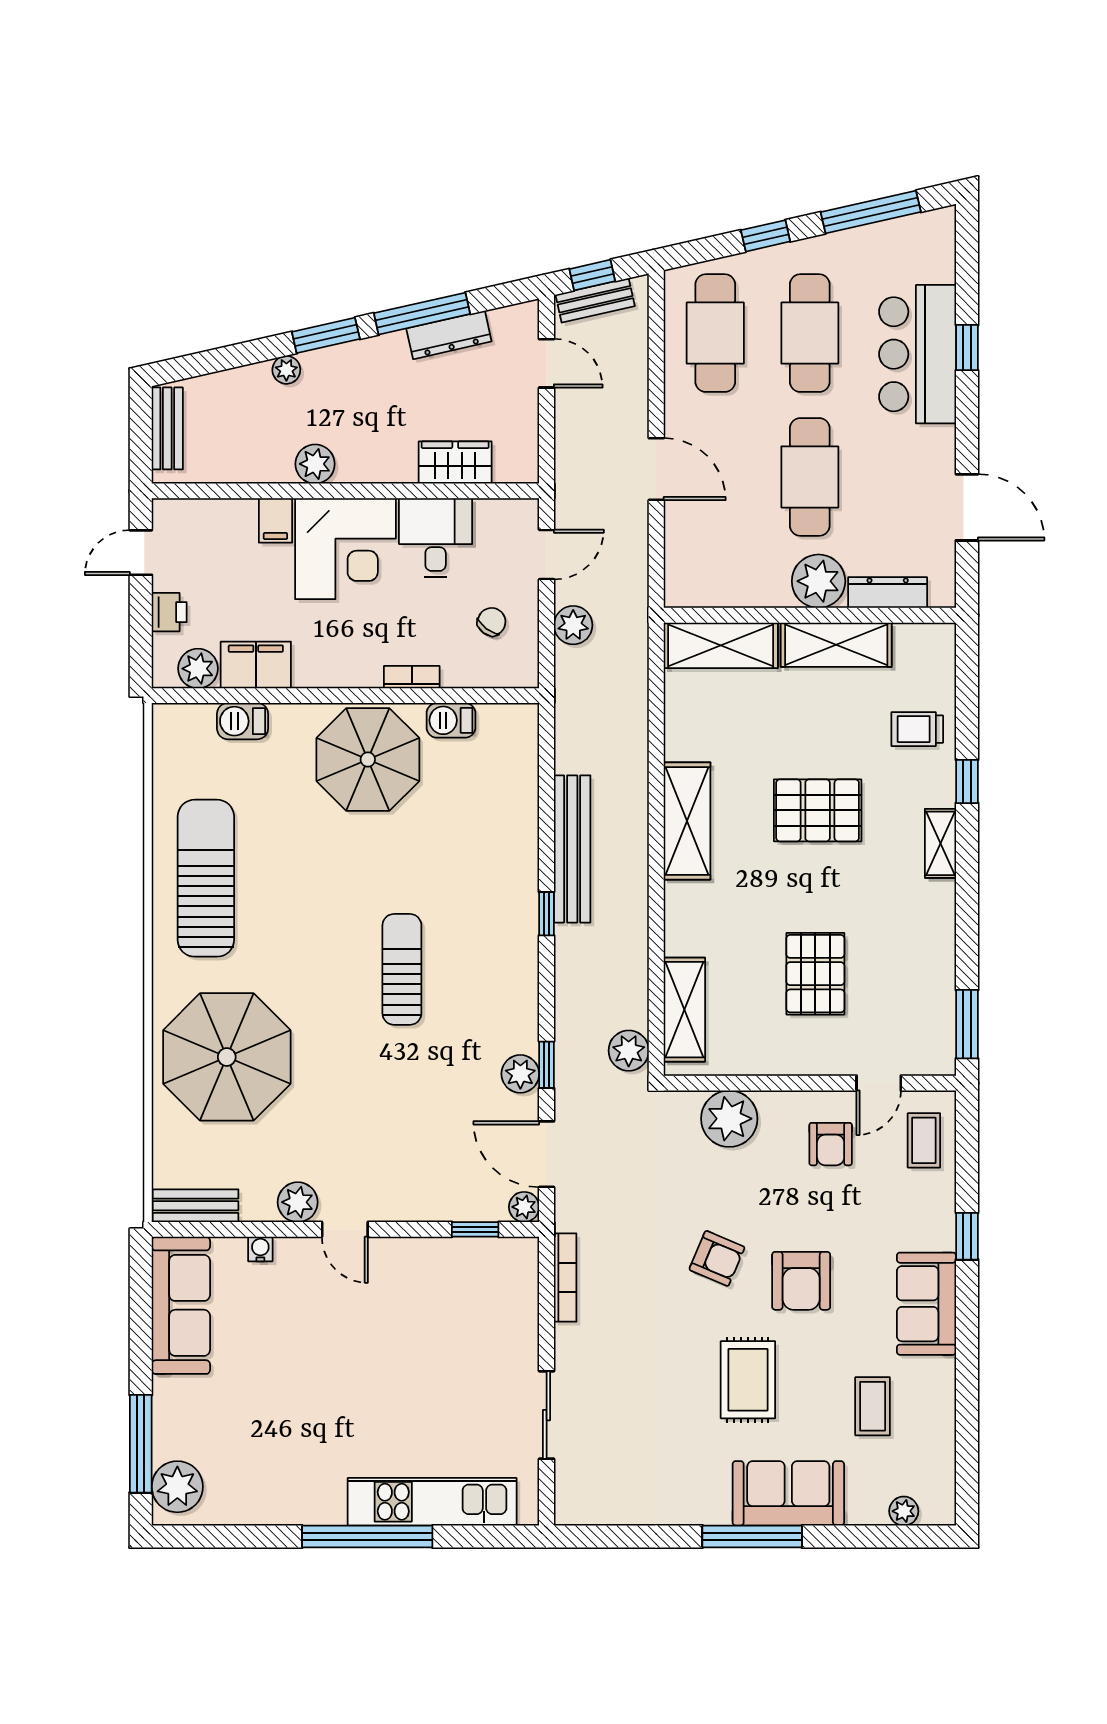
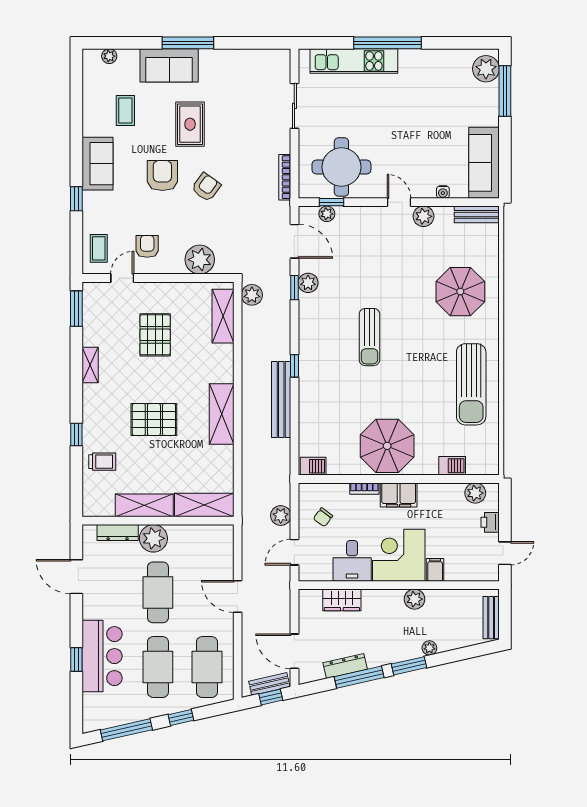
door: (547, 363) -> (294, 651), width x1.38
filing cabinet: (256, 665) -> (399, 495), moved
barbecue: (451, 720) -> (313, 466), moved
shelving: (940, 843) -> (90, 365), moved
parasol: (227, 1057) -> (460, 292), width x0.73, depth x0.73
plant: (524, 1207) -> (327, 214), moved
armchair: (717, 1258) -> (206, 187), turned 103
round table: (456, 1297) -> (341, 167), added

